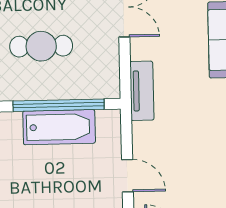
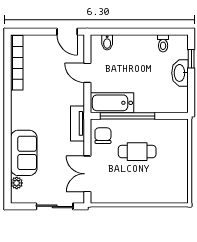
chair: (99, 71) -> (103, 136), added
bathtub: (59, 127) -> (112, 103), moved

